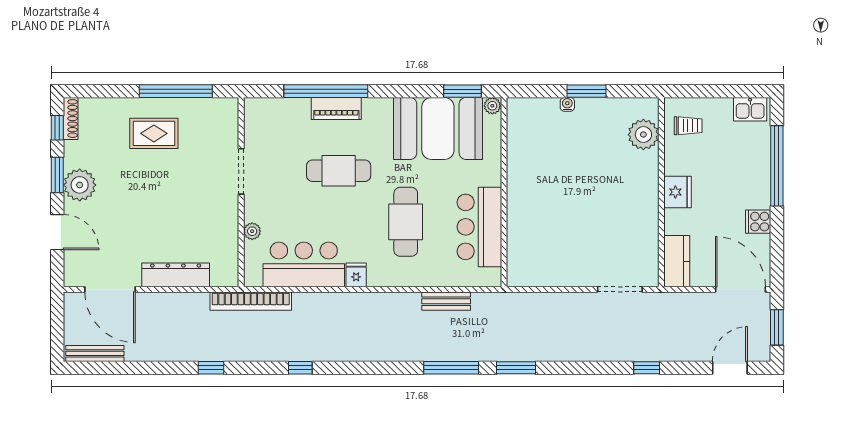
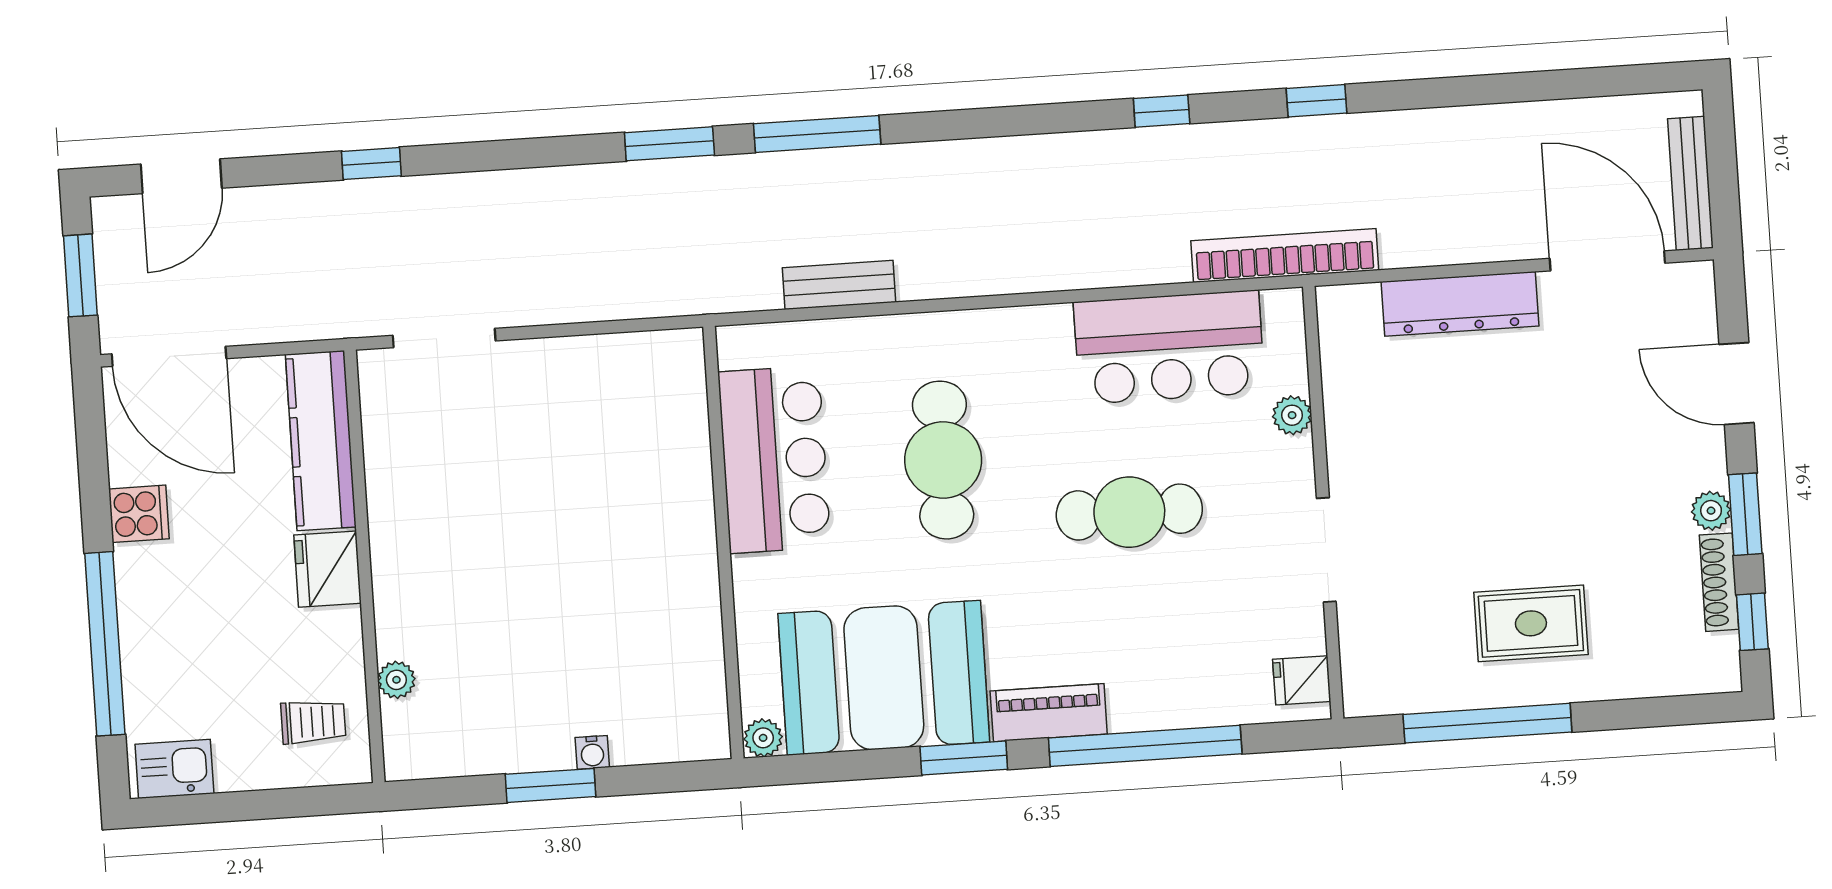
window: (462, 91) -> (964, 758), moved
piano: (336, 108) -> (1049, 713), moved
shoe rack: (71, 119) -> (1719, 582), moved
trolley: (688, 126) -> (313, 722), turned 180
plant: (643, 135) -> (396, 680), width x0.53, depth x0.53
cafe table: (339, 171) -> (1129, 512), moved
plant: (80, 185) -> (1711, 511), width x0.53, depth x0.53
kitchen counter: (677, 261) -> (321, 441), width x1.50
fridge: (356, 275) -> (1302, 680), moved, turned 90
bench: (95, 353) -> (1690, 183), moved, turned 90
window: (211, 368) -> (1317, 101), moved

